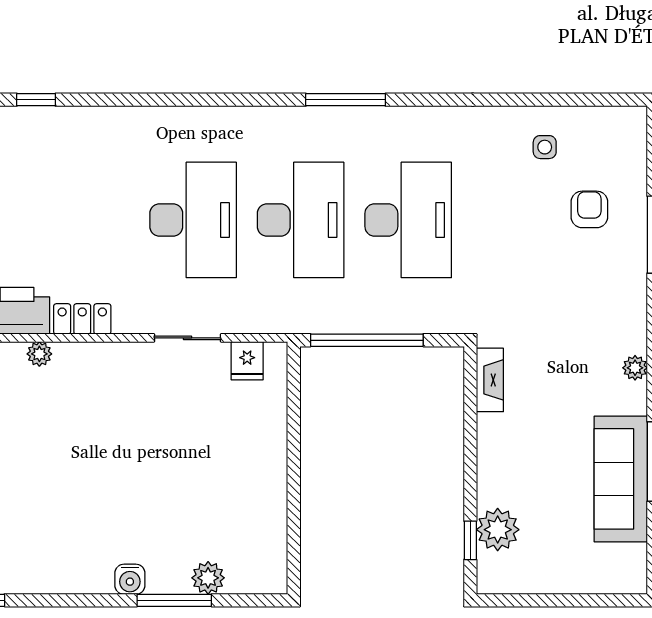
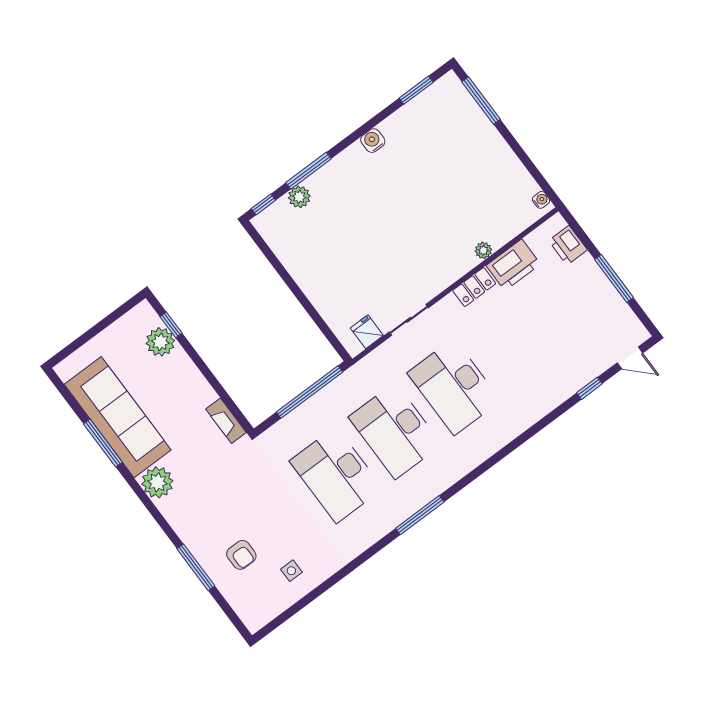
plant: (635, 368) -> (157, 482), width x1.88, depth x1.88
sofa: (621, 479) -> (118, 417), width x1.36, depth x1.27
water cooler: (130, 579) -> (373, 141), moved
window: (257, 600) -> (263, 204), added

